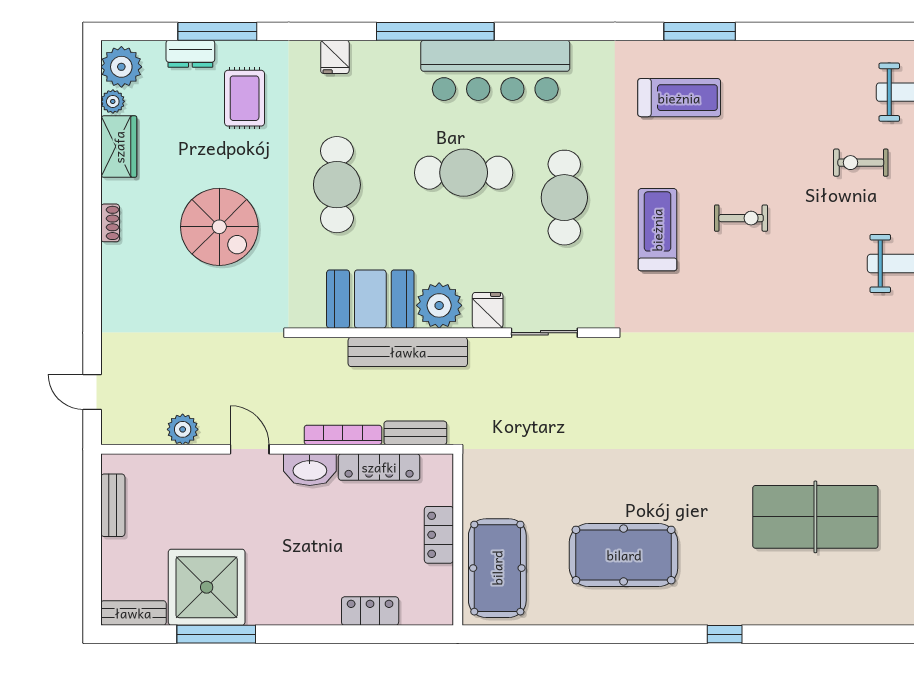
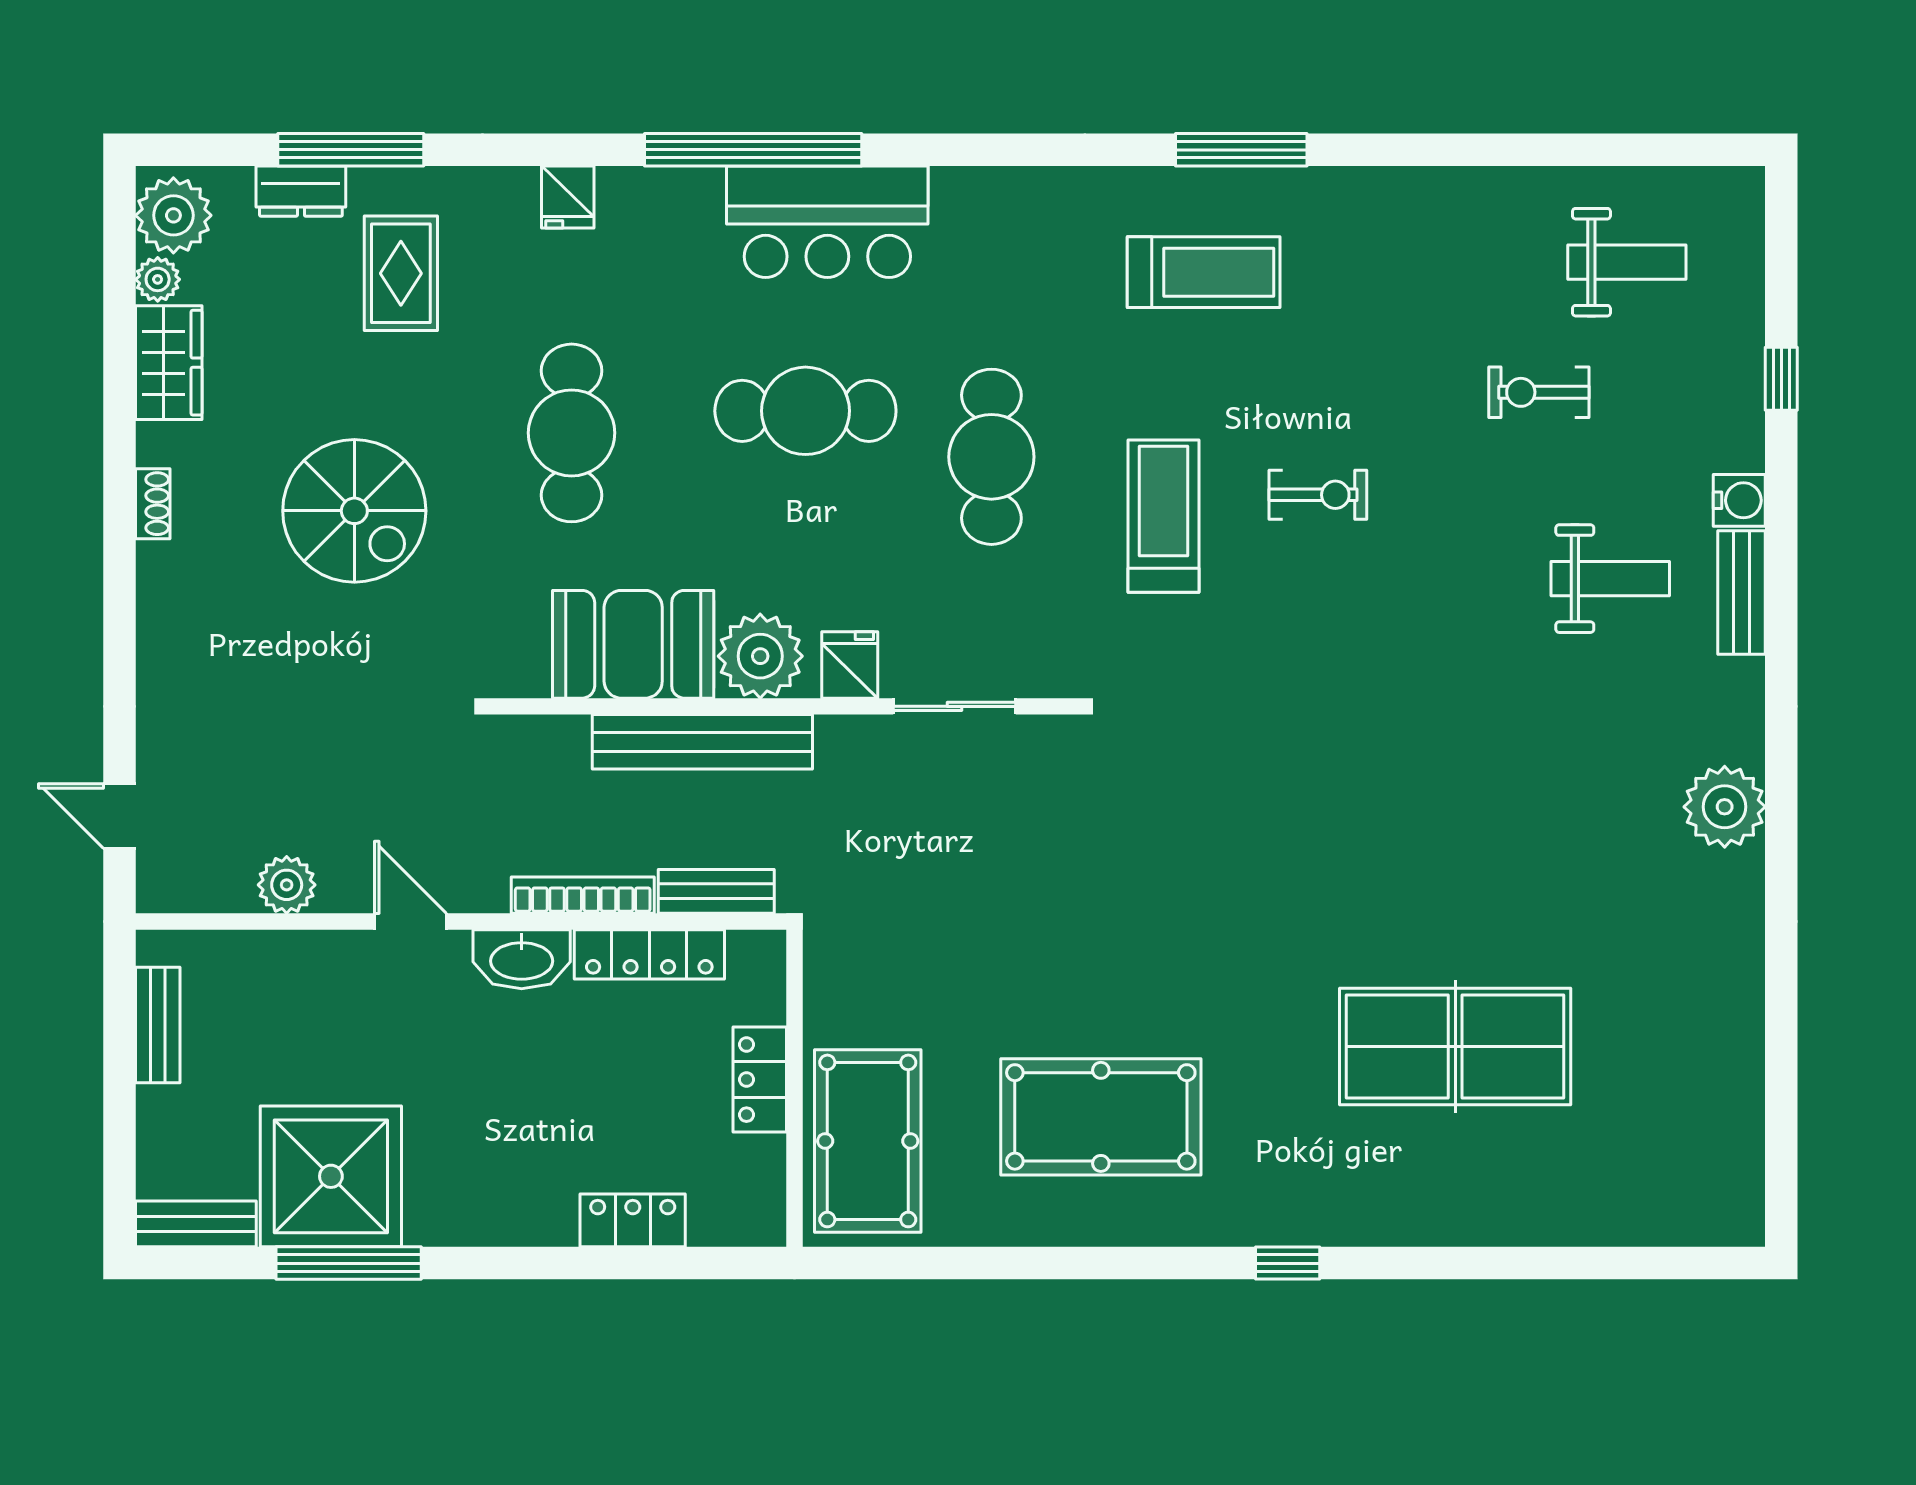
bar counter: (495, 70) -> (827, 222), width x0.73

